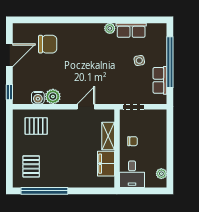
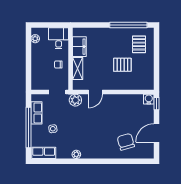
row of seats: (131, 30) -> (44, 153), moved
chair: (48, 44) -> (126, 142), turned 74
plant: (53, 96) -> (75, 100), moved
water cooler: (38, 98) -> (149, 99), moved
pallet: (36, 126) -> (122, 65), moved

